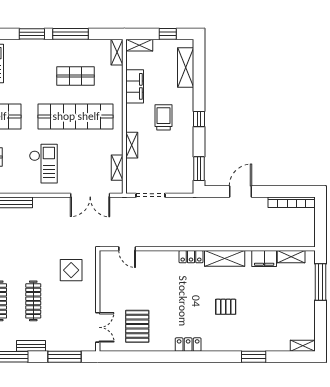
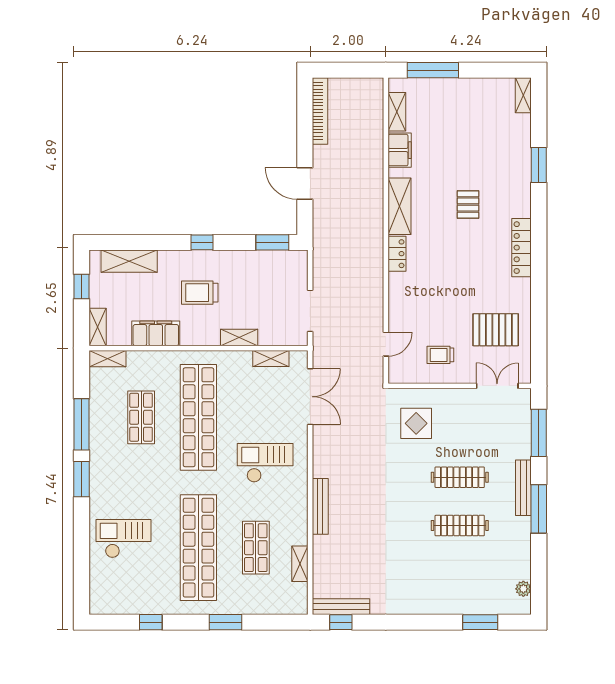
trolley: (120, 287) -> (440, 355), added
locker: (188, 345) -> (522, 248), width x1.53
bench: (31, 346) -> (523, 488), width x1.36

